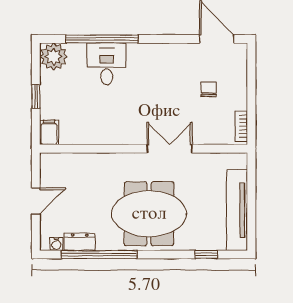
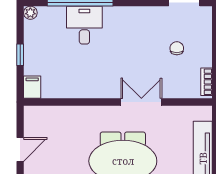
plant: (54, 57) -> (30, 13), width x0.53, depth x0.53

